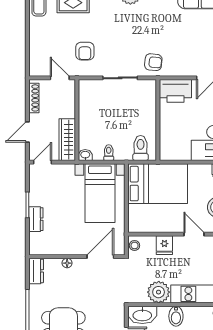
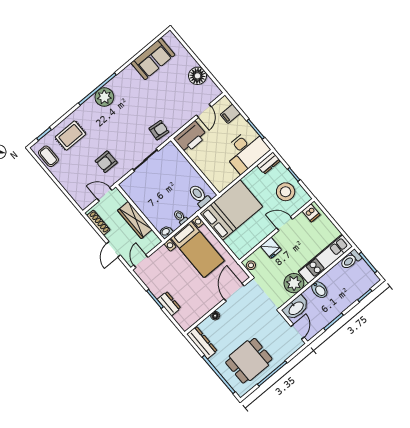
armchair: (85, 51) -> (106, 162), turned 90
wardrobe: (67, 140) -> (135, 220), moved
dresser: (36, 271) -> (202, 343), width x1.44

